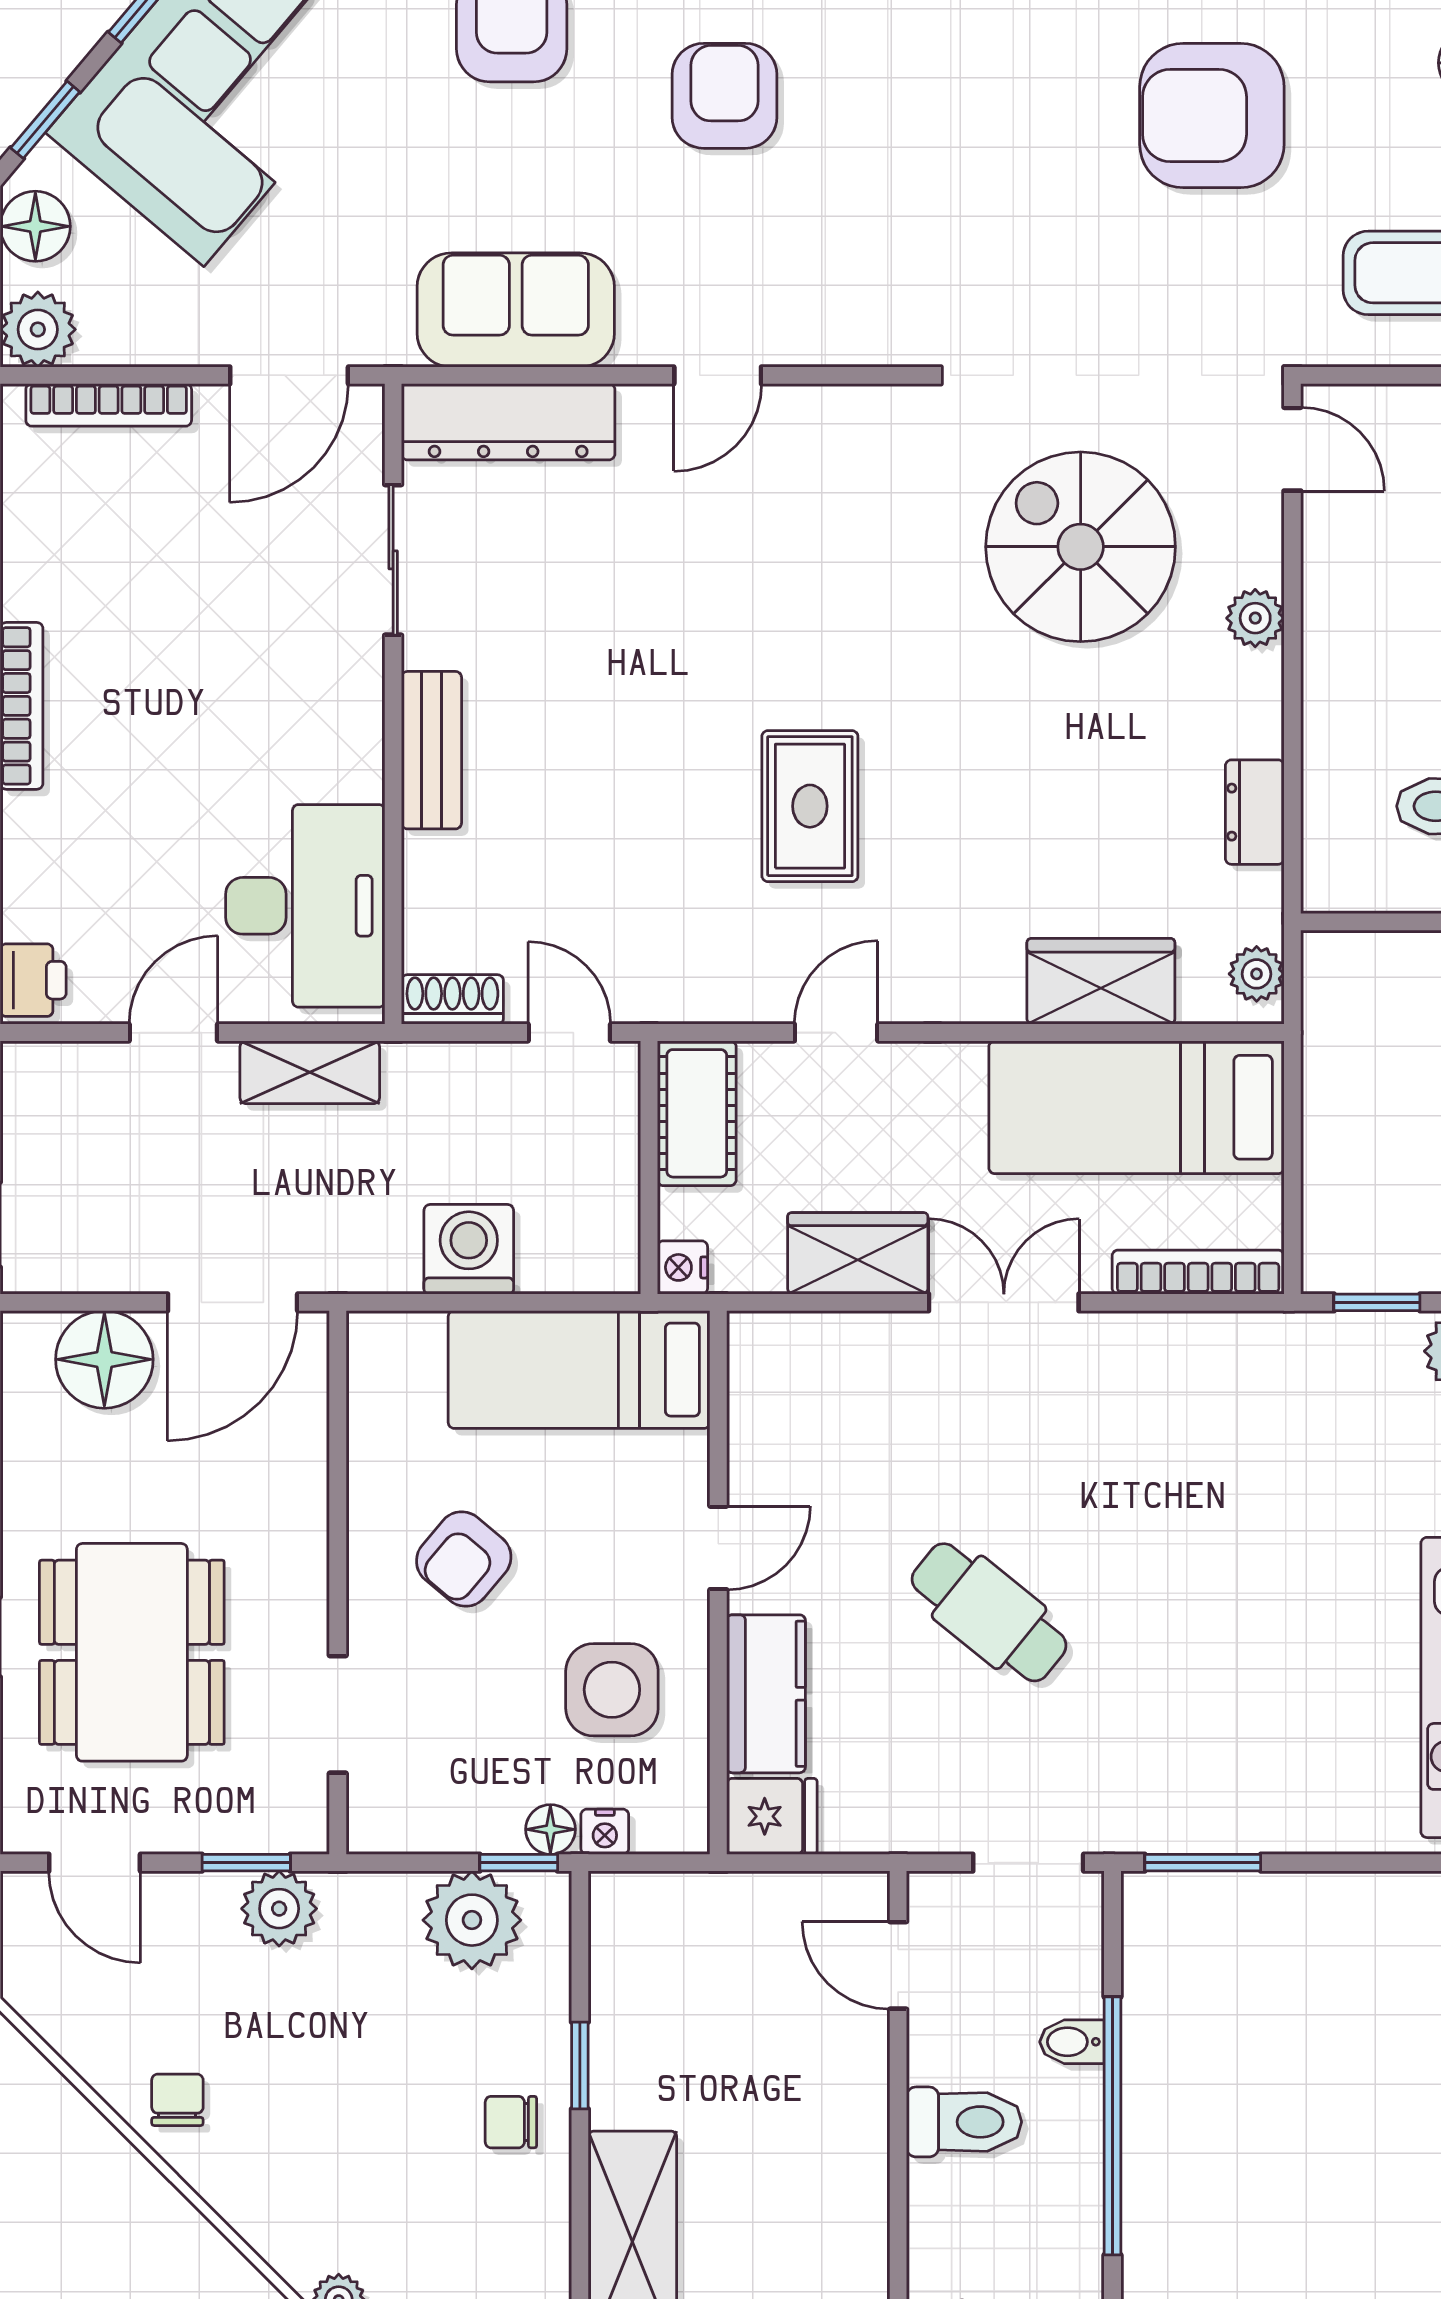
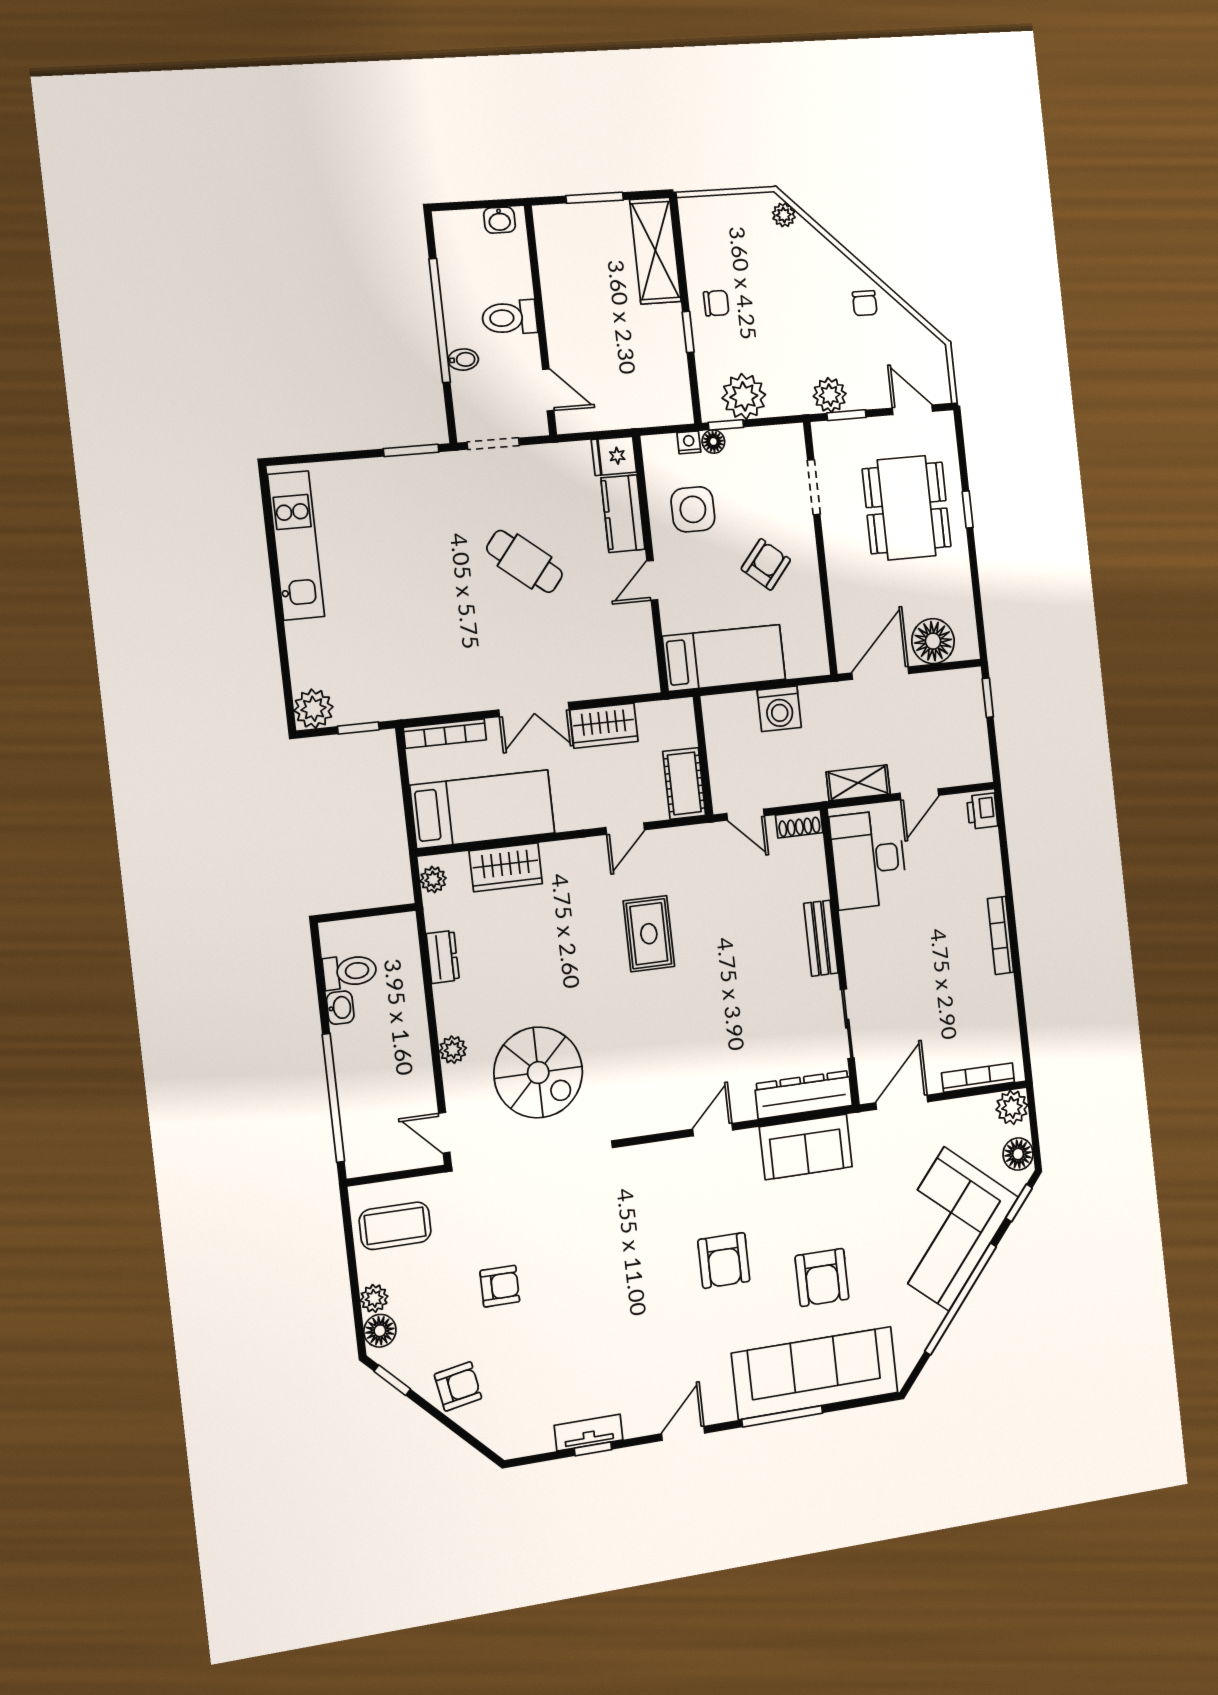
armchair: (1212, 116) -> (500, 1286), width x0.53, depth x0.53
nightstand: (682, 1267) -> (683, 710), removed

